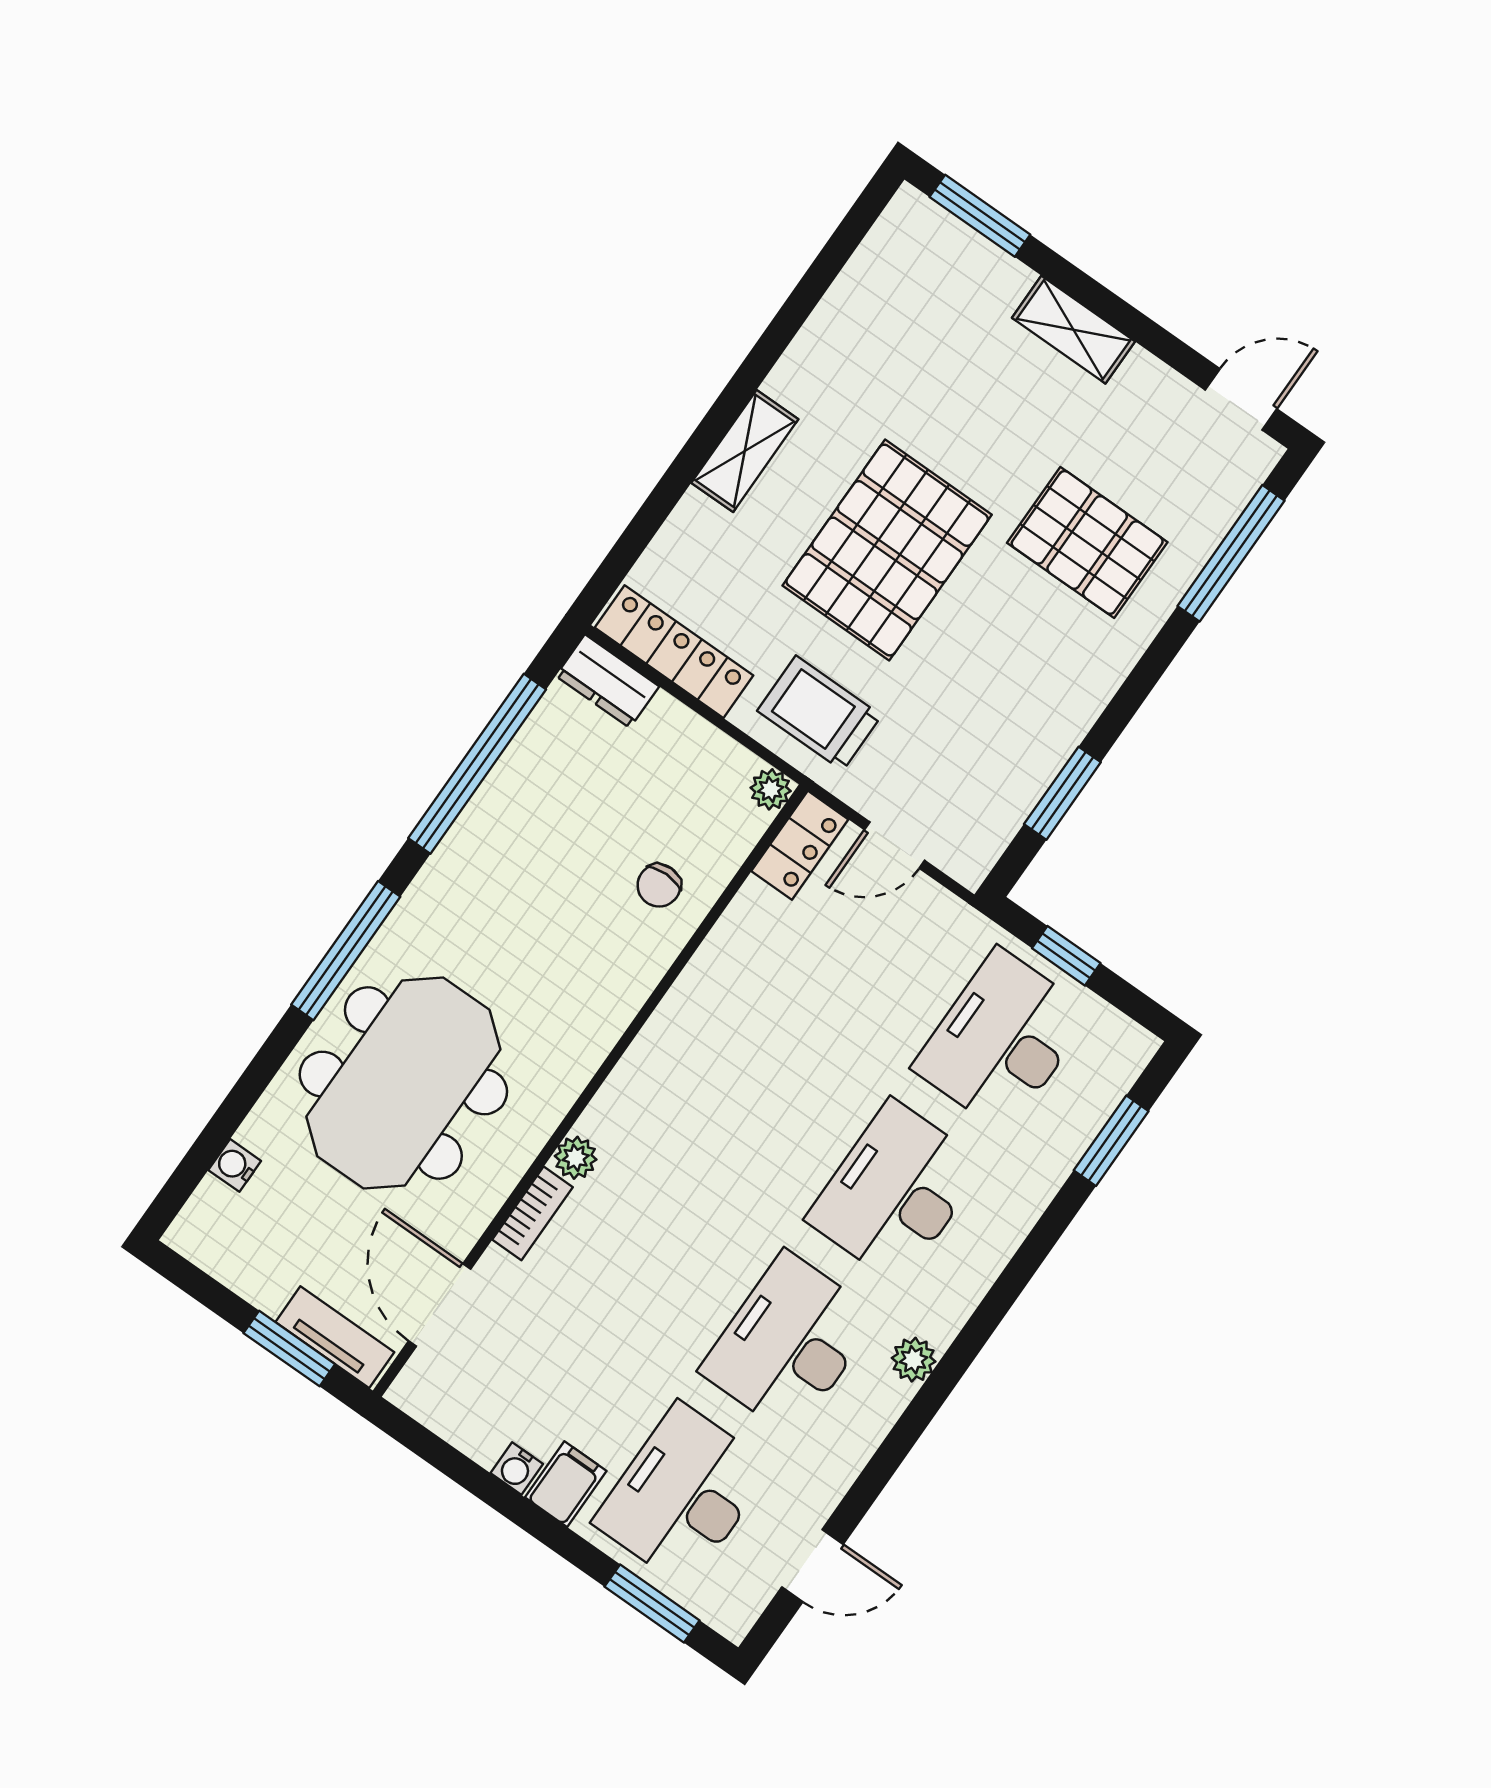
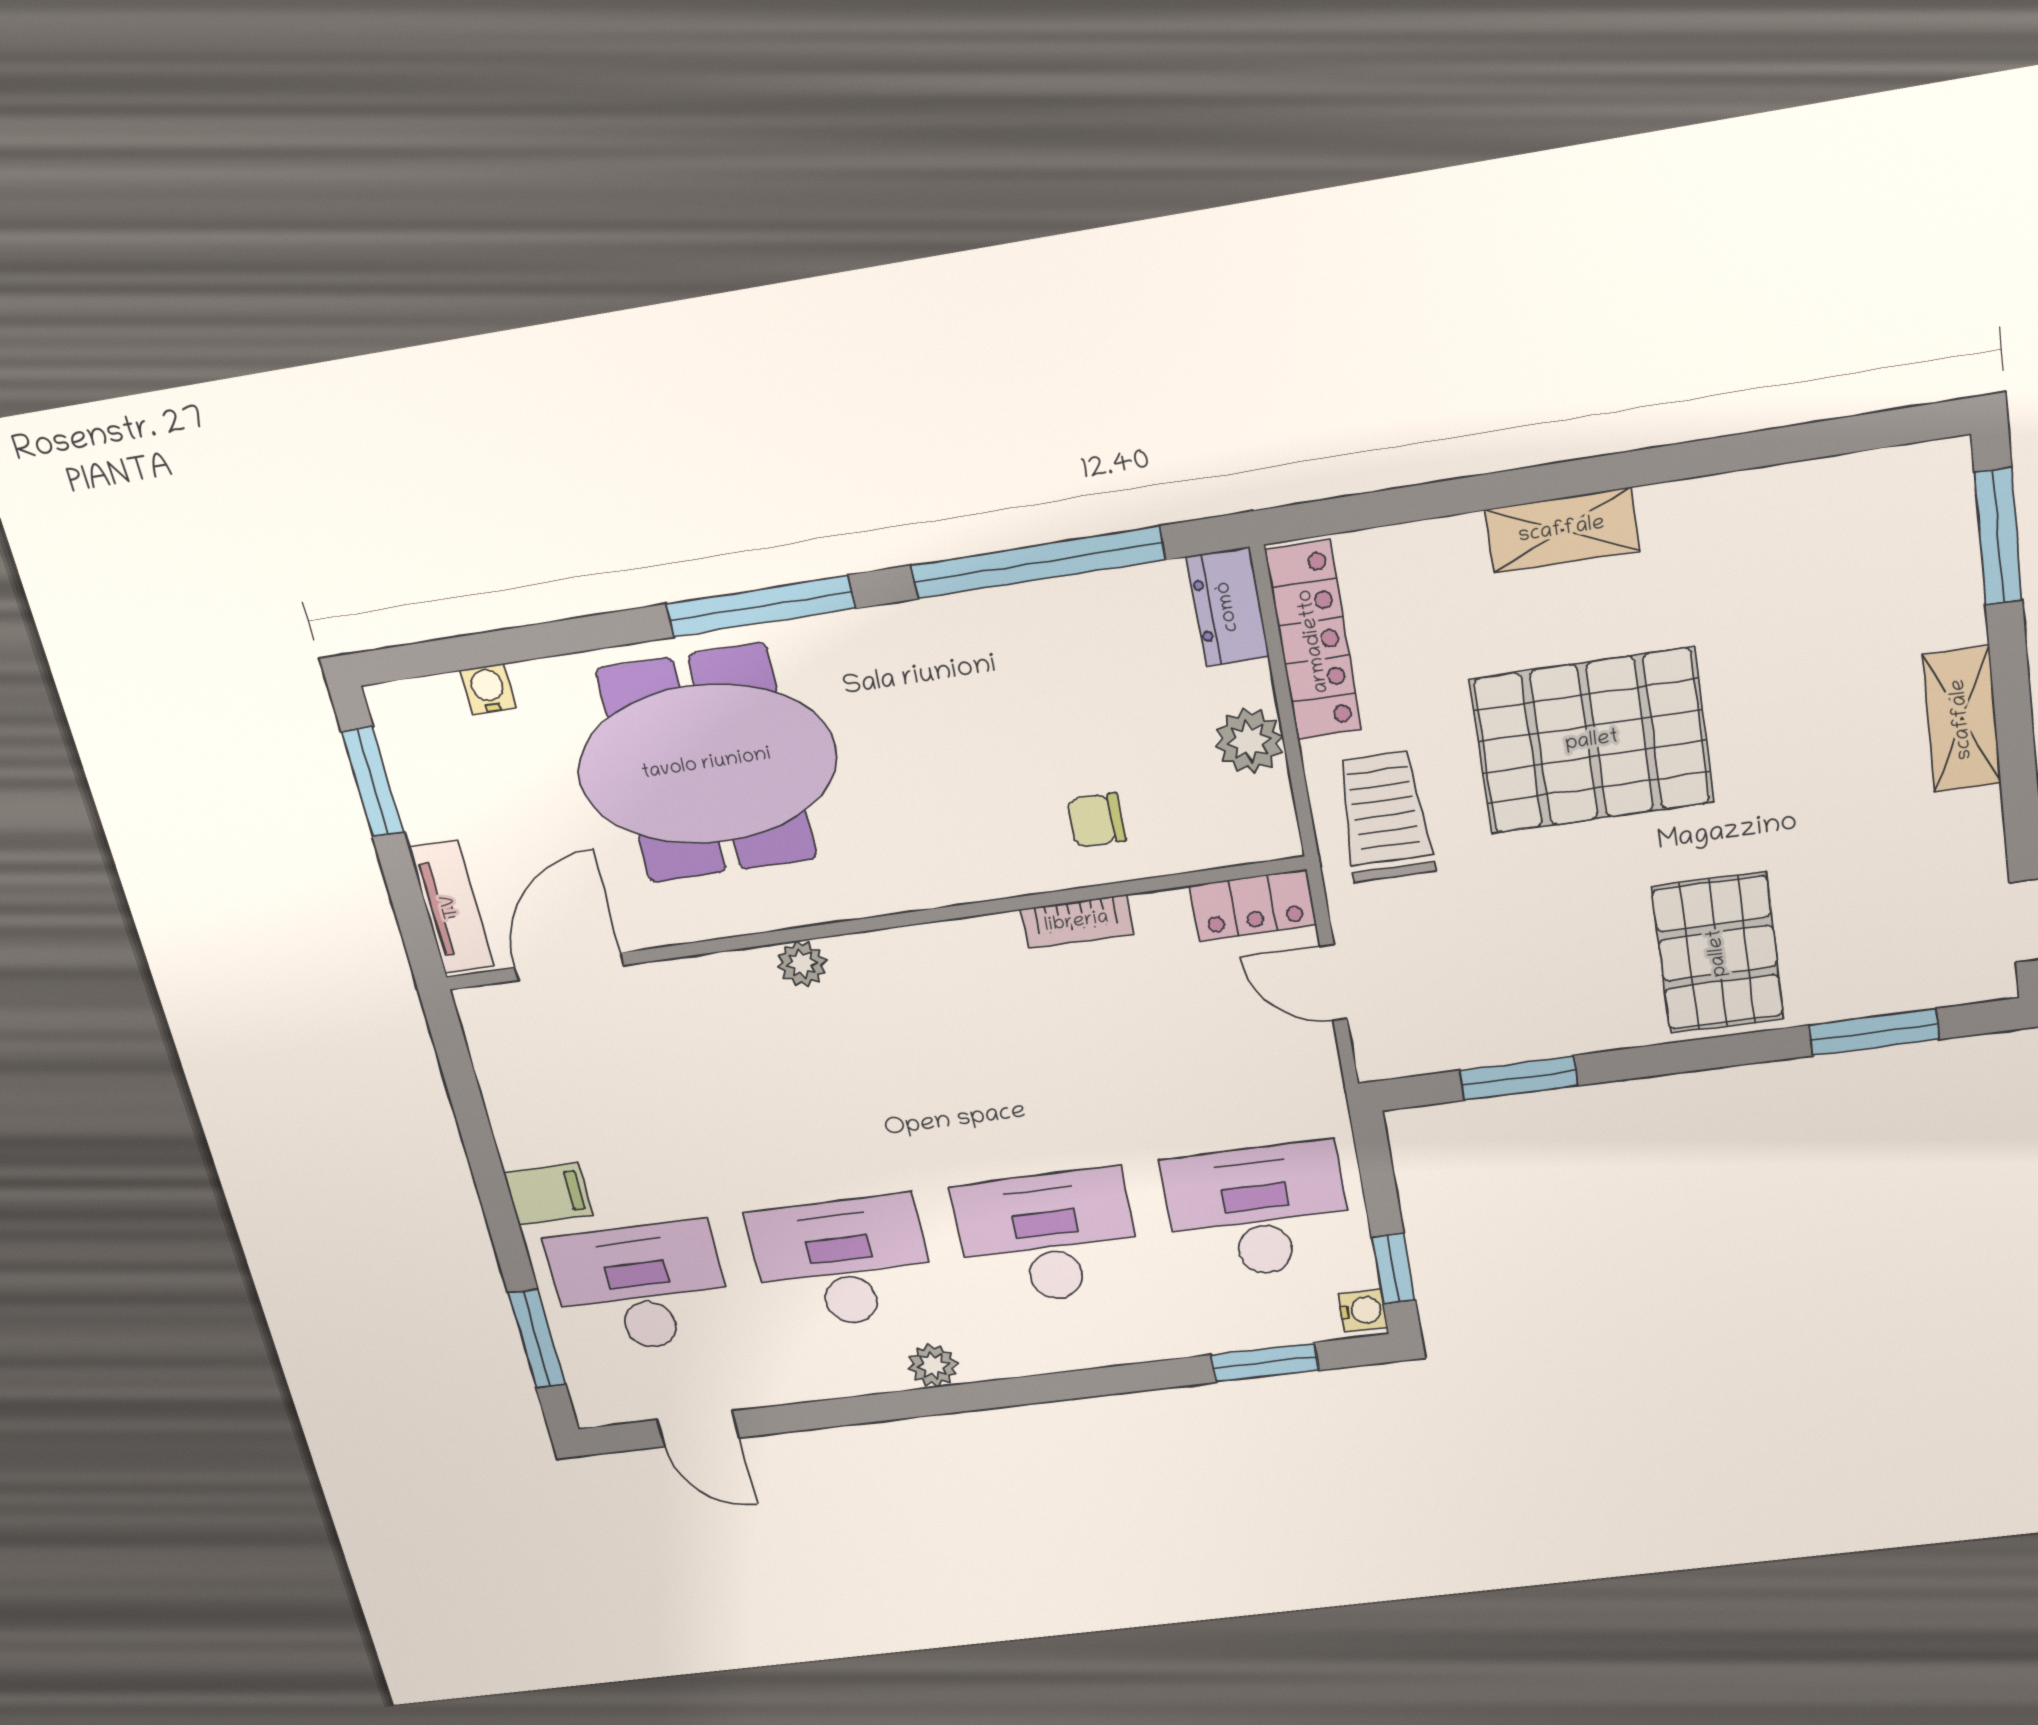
pallet: (1087, 542) -> (1718, 953), moved
window: (1231, 553) -> (1874, 1032), width x0.69
plant: (771, 789) -> (1249, 741), moved, width x1.38, depth x1.38
window: (1066, 956) -> (1393, 1269), moved
bookcase: (533, 1213) -> (1077, 922), moved
window: (289, 1349) -> (373, 782), moved
water cooler: (517, 1469) -> (1363, 1310), moved, turned 180

